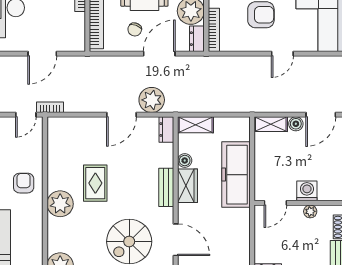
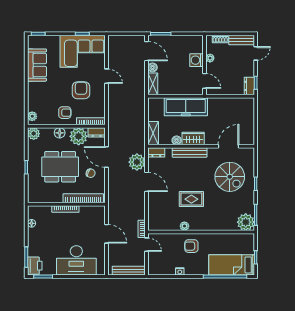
bench: (166, 187) -> (190, 152), width x1.36
plant: (60, 204) -> (184, 226), moved, width x0.53, depth x0.53

